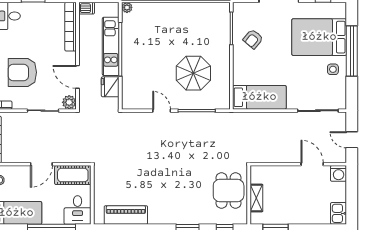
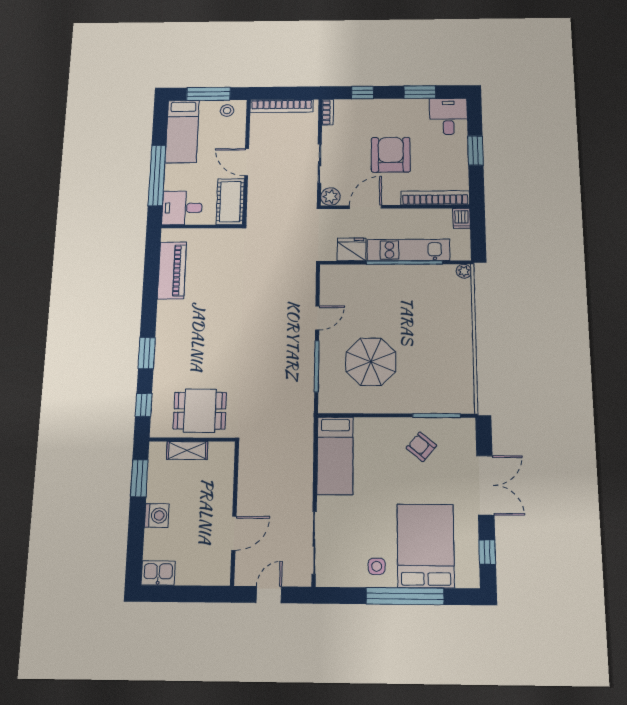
armchair: (22, 72) -> (391, 155), moved
washing machine: (339, 173) -> (157, 515), moved, turned 180

